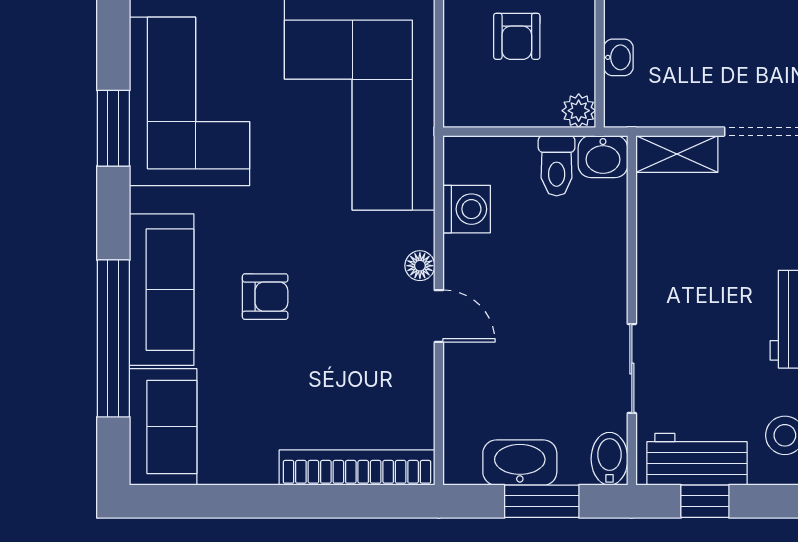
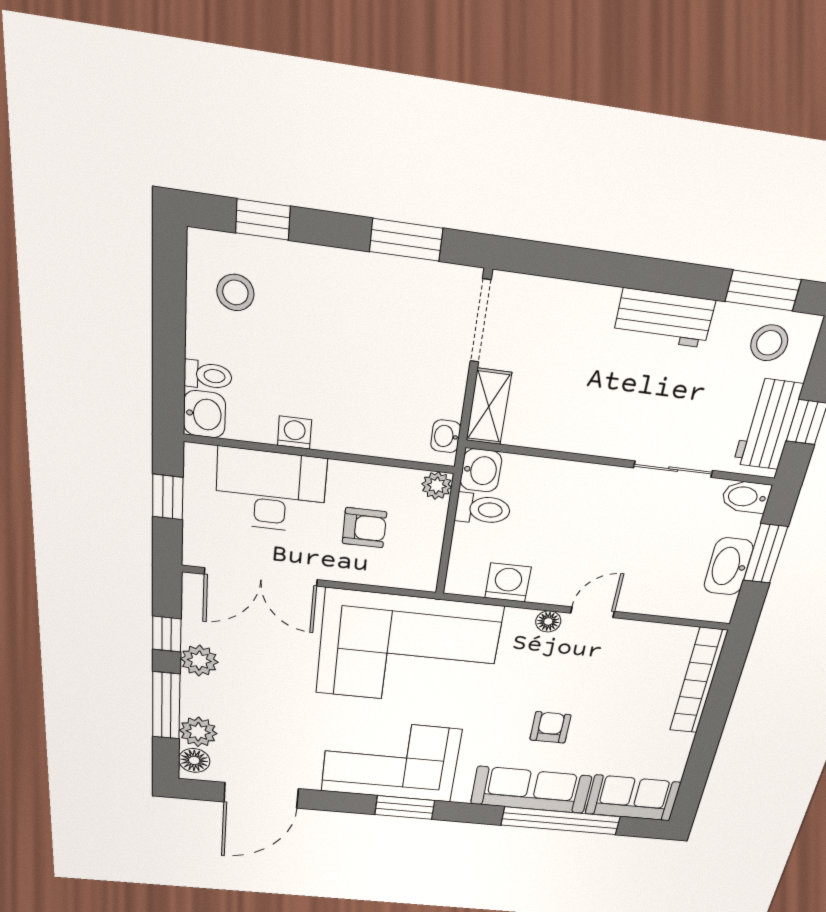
washbasin: (618, 57) -> (446, 436), moved, turned -90

